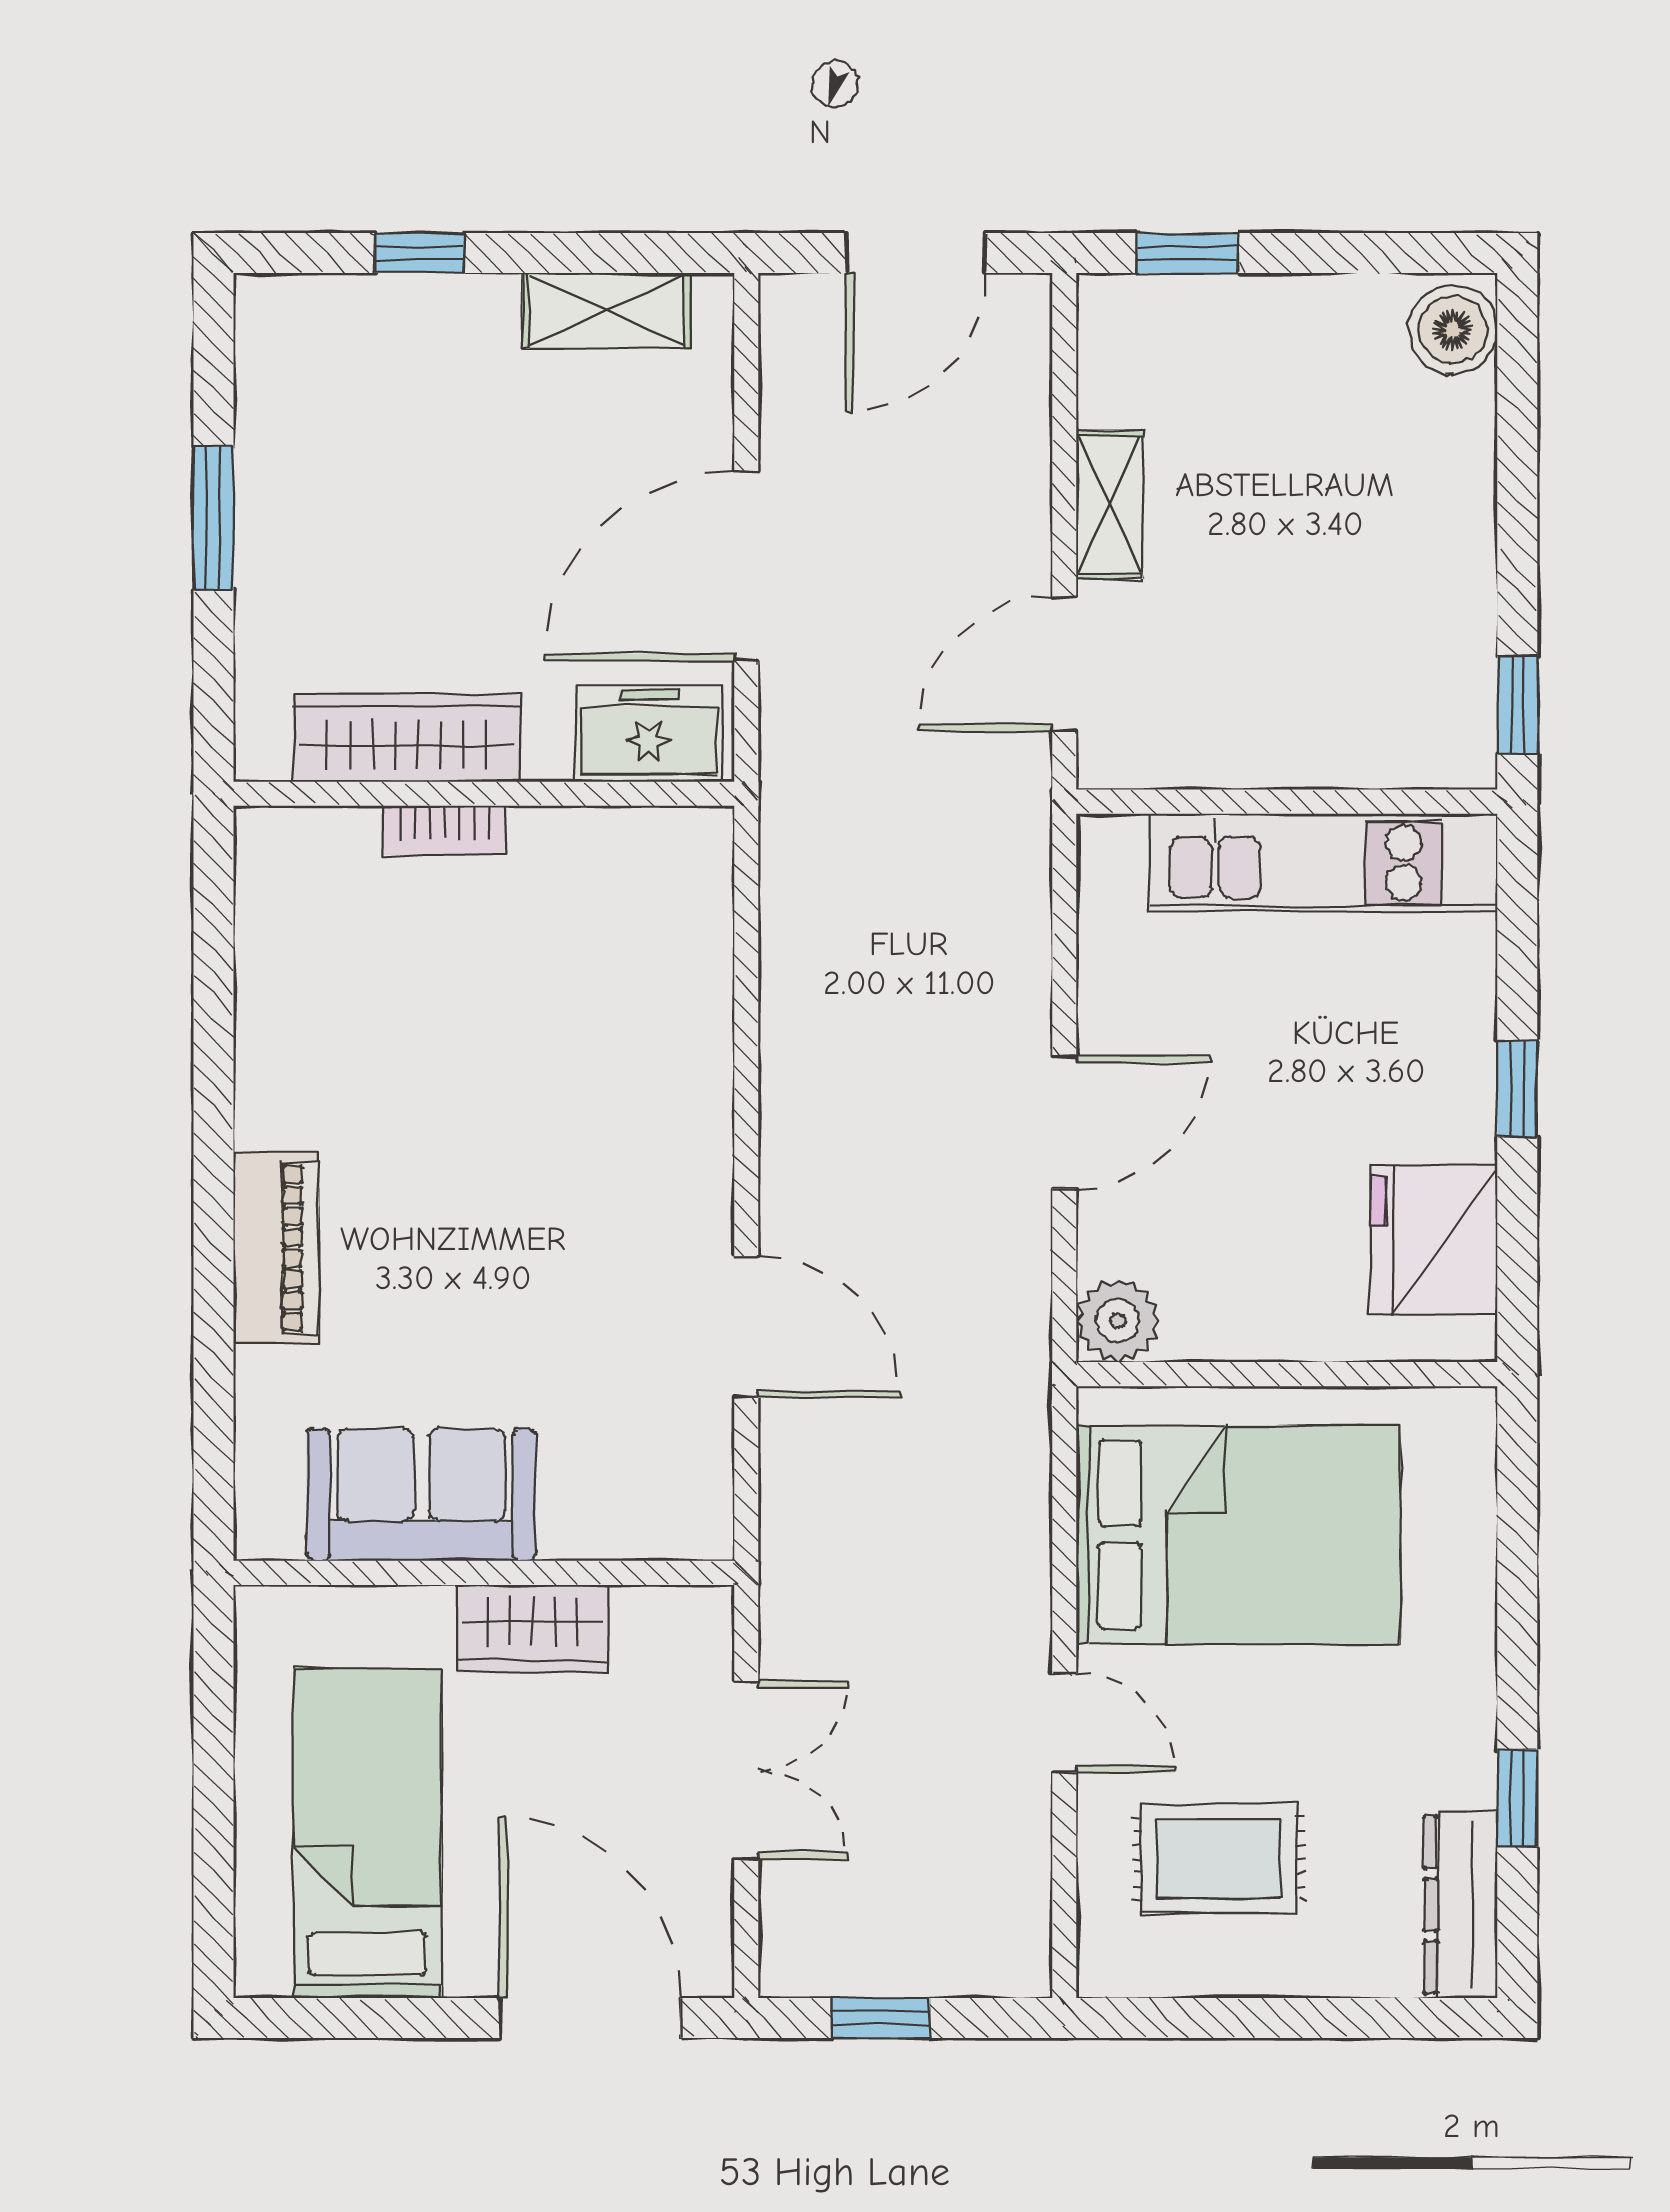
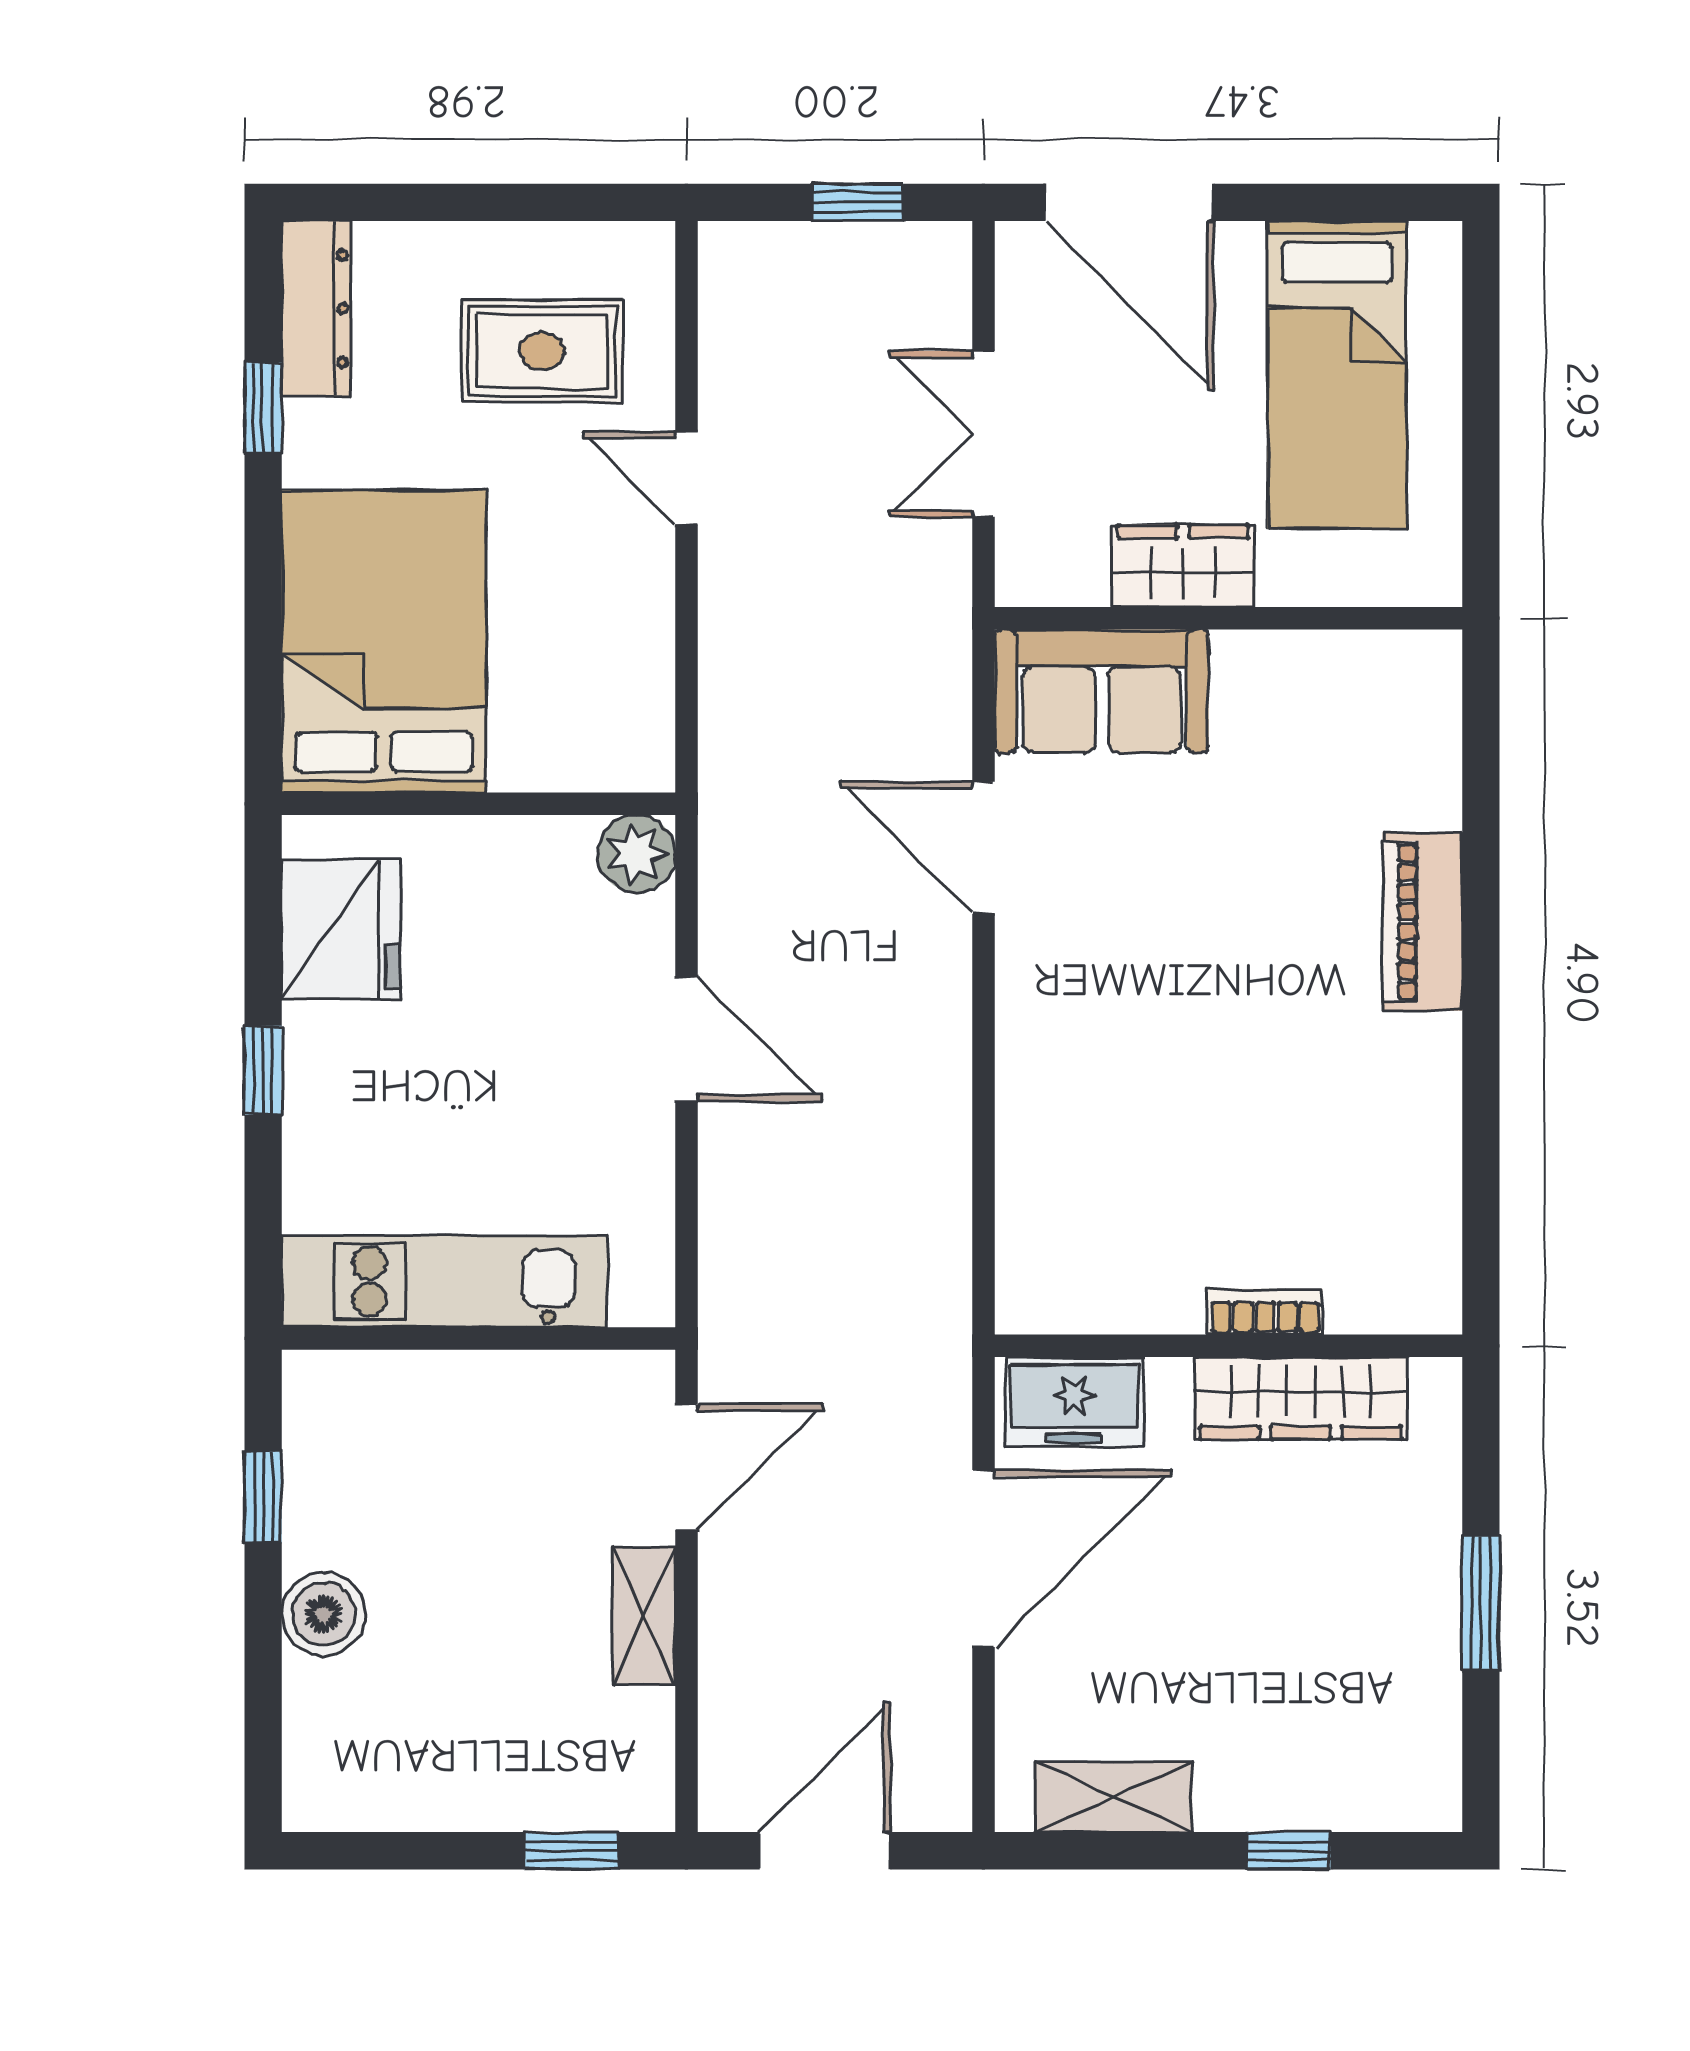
boiler: (1453, 330) -> (323, 1614), moved
window: (1517, 705) -> (263, 1497), moved
door: (1064, 1122) -> (686, 1039), swing flipped
sofa: (421, 1495) -> (1102, 691), moved
bed: (1238, 1535) -> (384, 641), moved, turned 90

